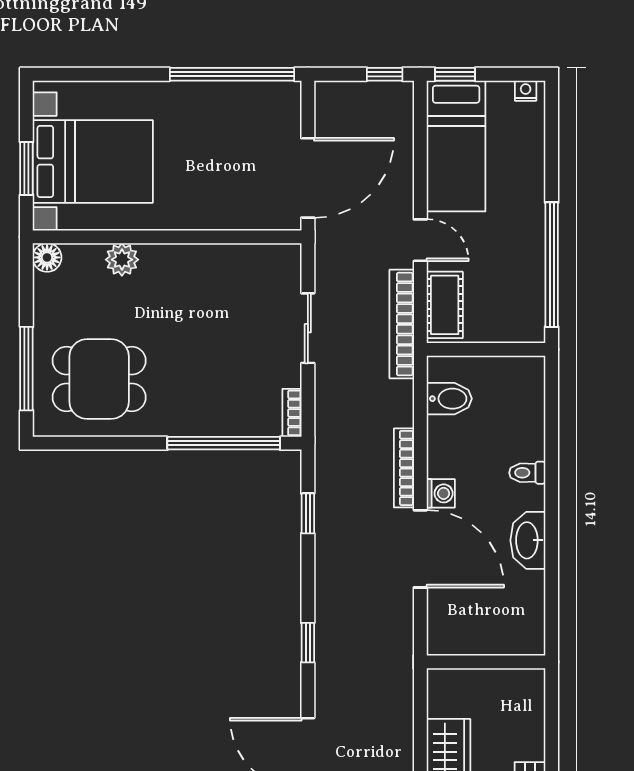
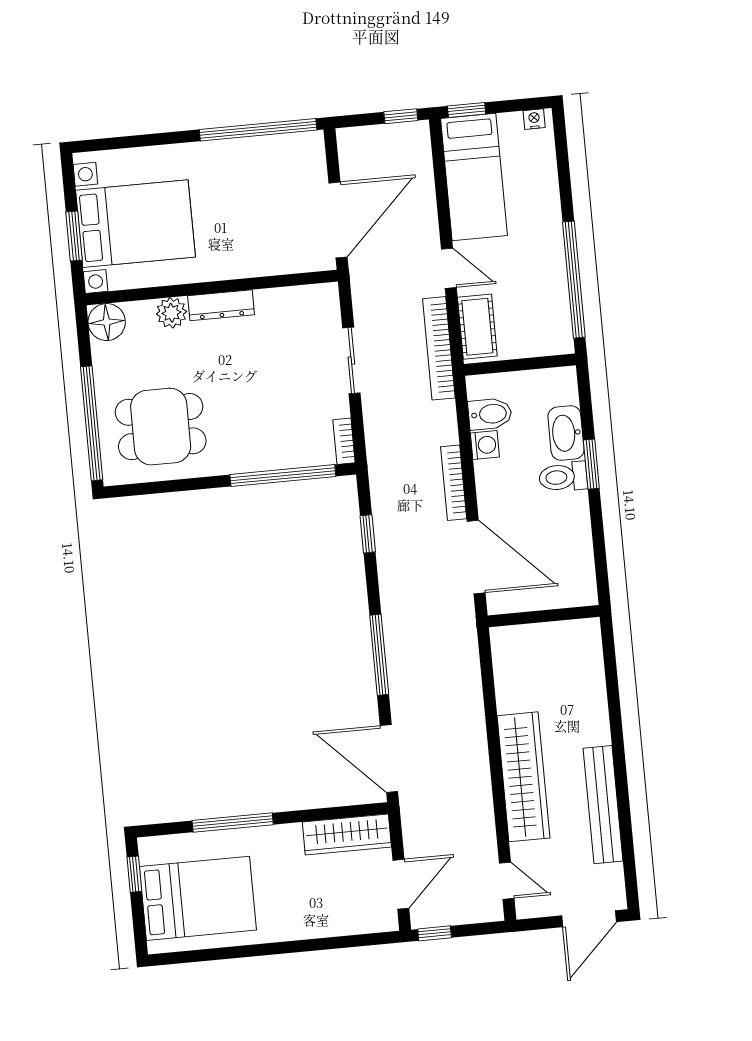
floor lamp: (47, 257) -> (107, 322), width x1.38, depth x1.38
dresser: (175, 257) -> (221, 305), added
window: (26, 369) -> (92, 423), width x1.46
window: (552, 462) -> (591, 464), added
toilet: (527, 473) -> (563, 477), width x1.37, depth x1.39
washing machine: (441, 493) -> (485, 445), moved
washbasin: (528, 540) -> (566, 433), moved
window: (308, 643) -> (379, 655), width x2.17
wall: (486, 662) -> (544, 616), moved

